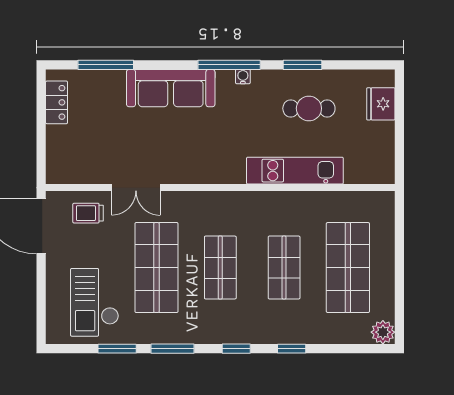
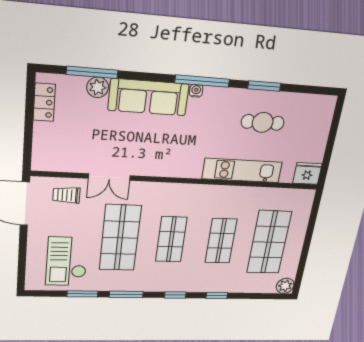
water cooler: (243, 77) -> (196, 91), moved
plant: (113, 81) -> (98, 87), added
fridge: (381, 104) -> (307, 173), moved, turned 90

